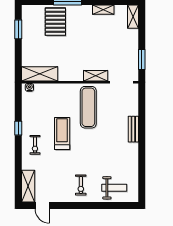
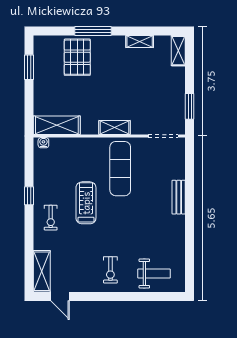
shelving: (96, 76) -> (115, 128), moved

